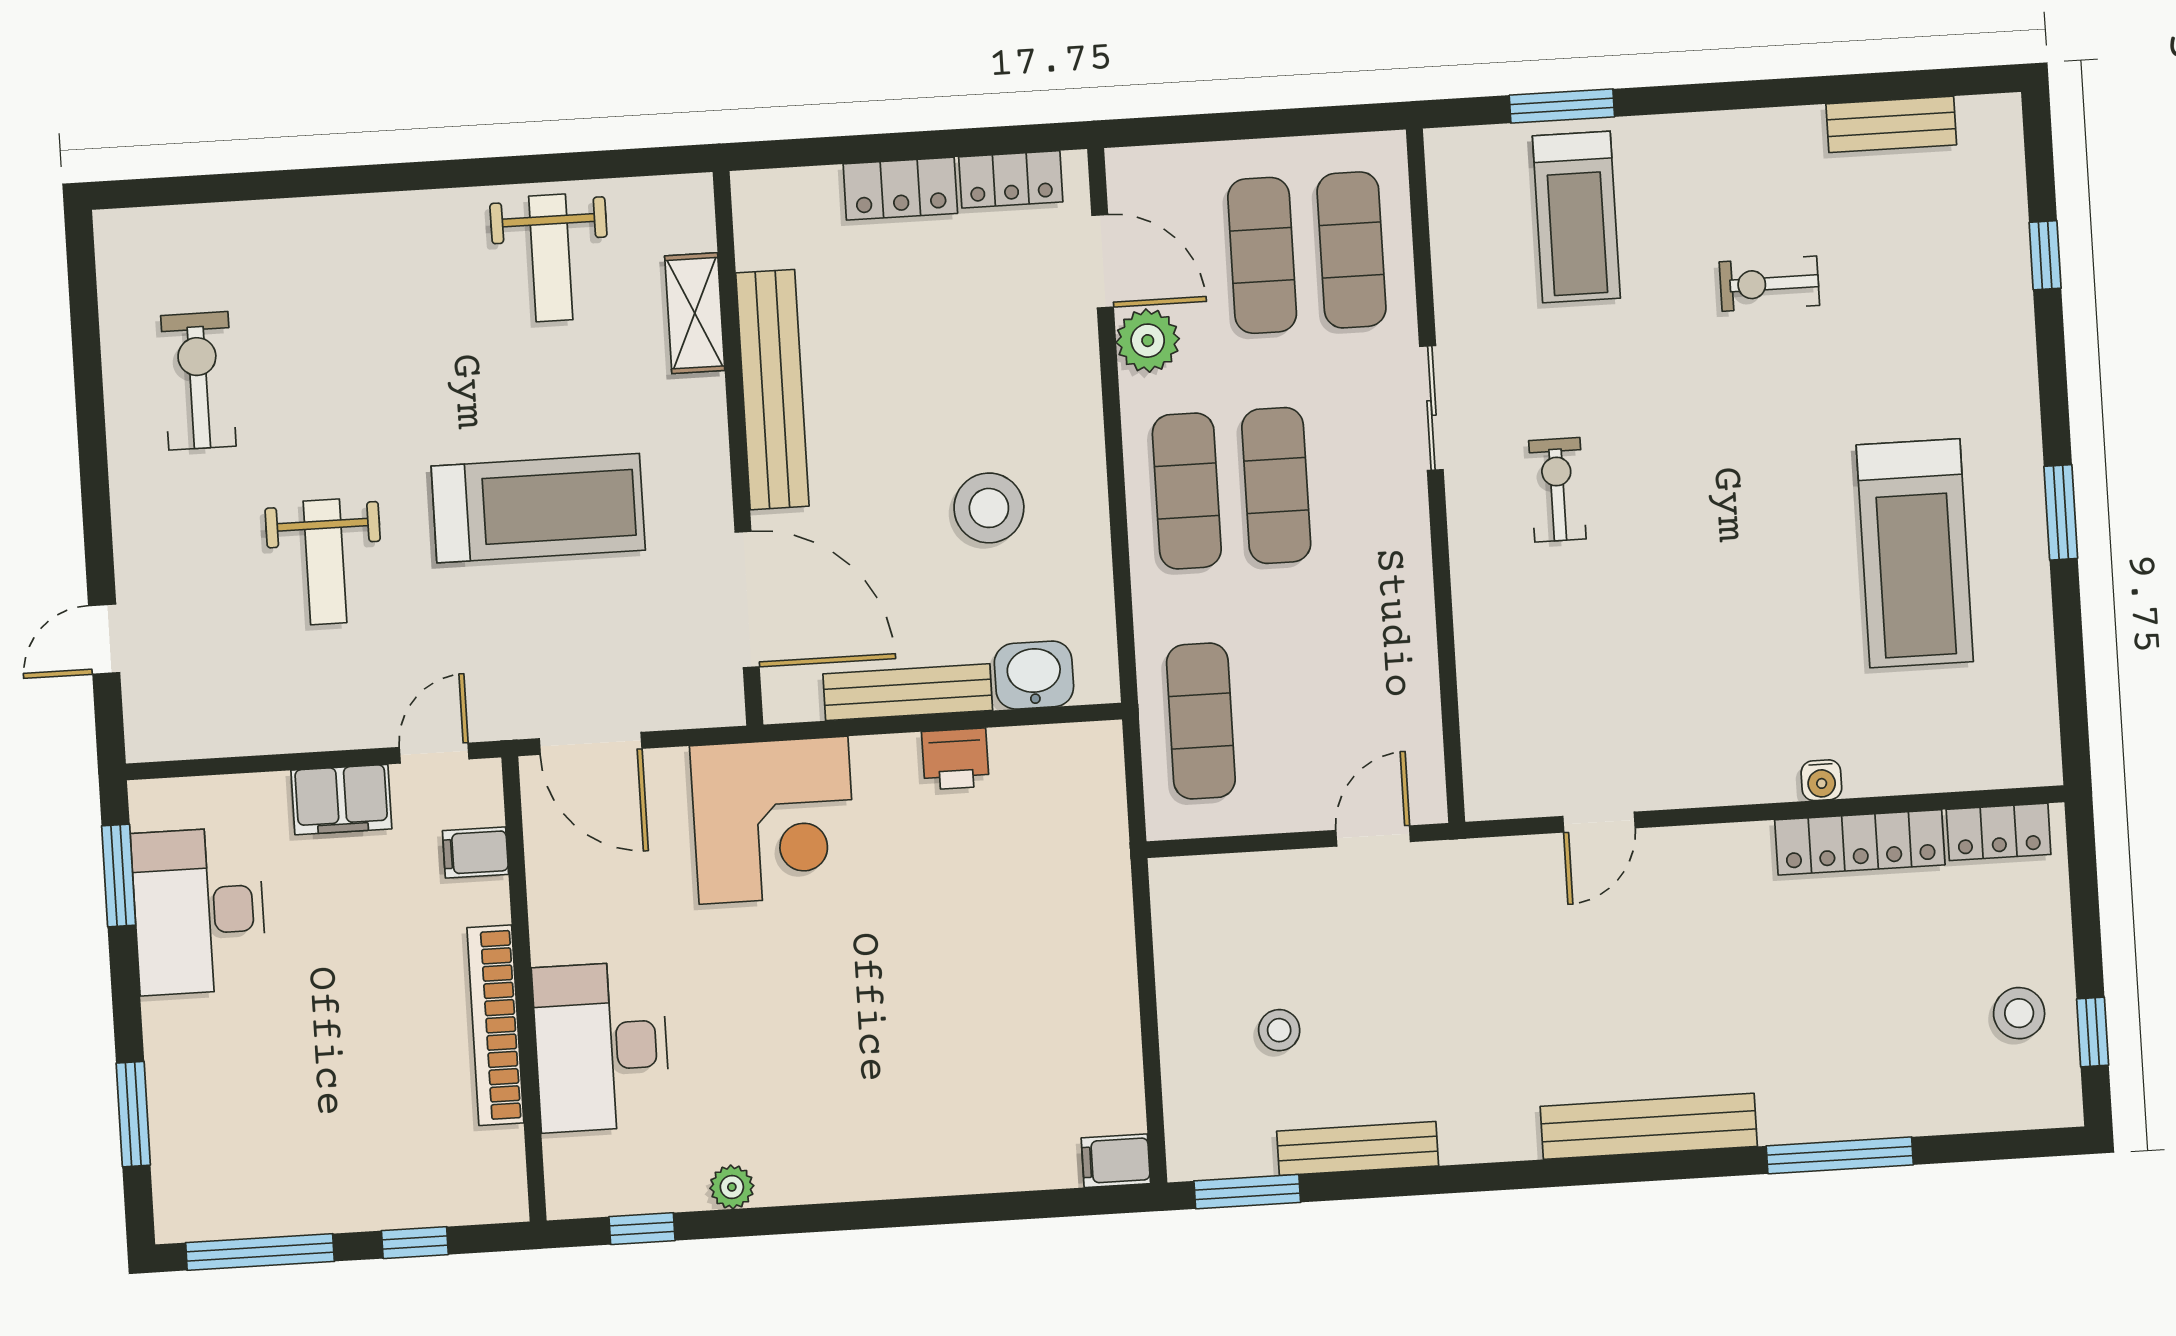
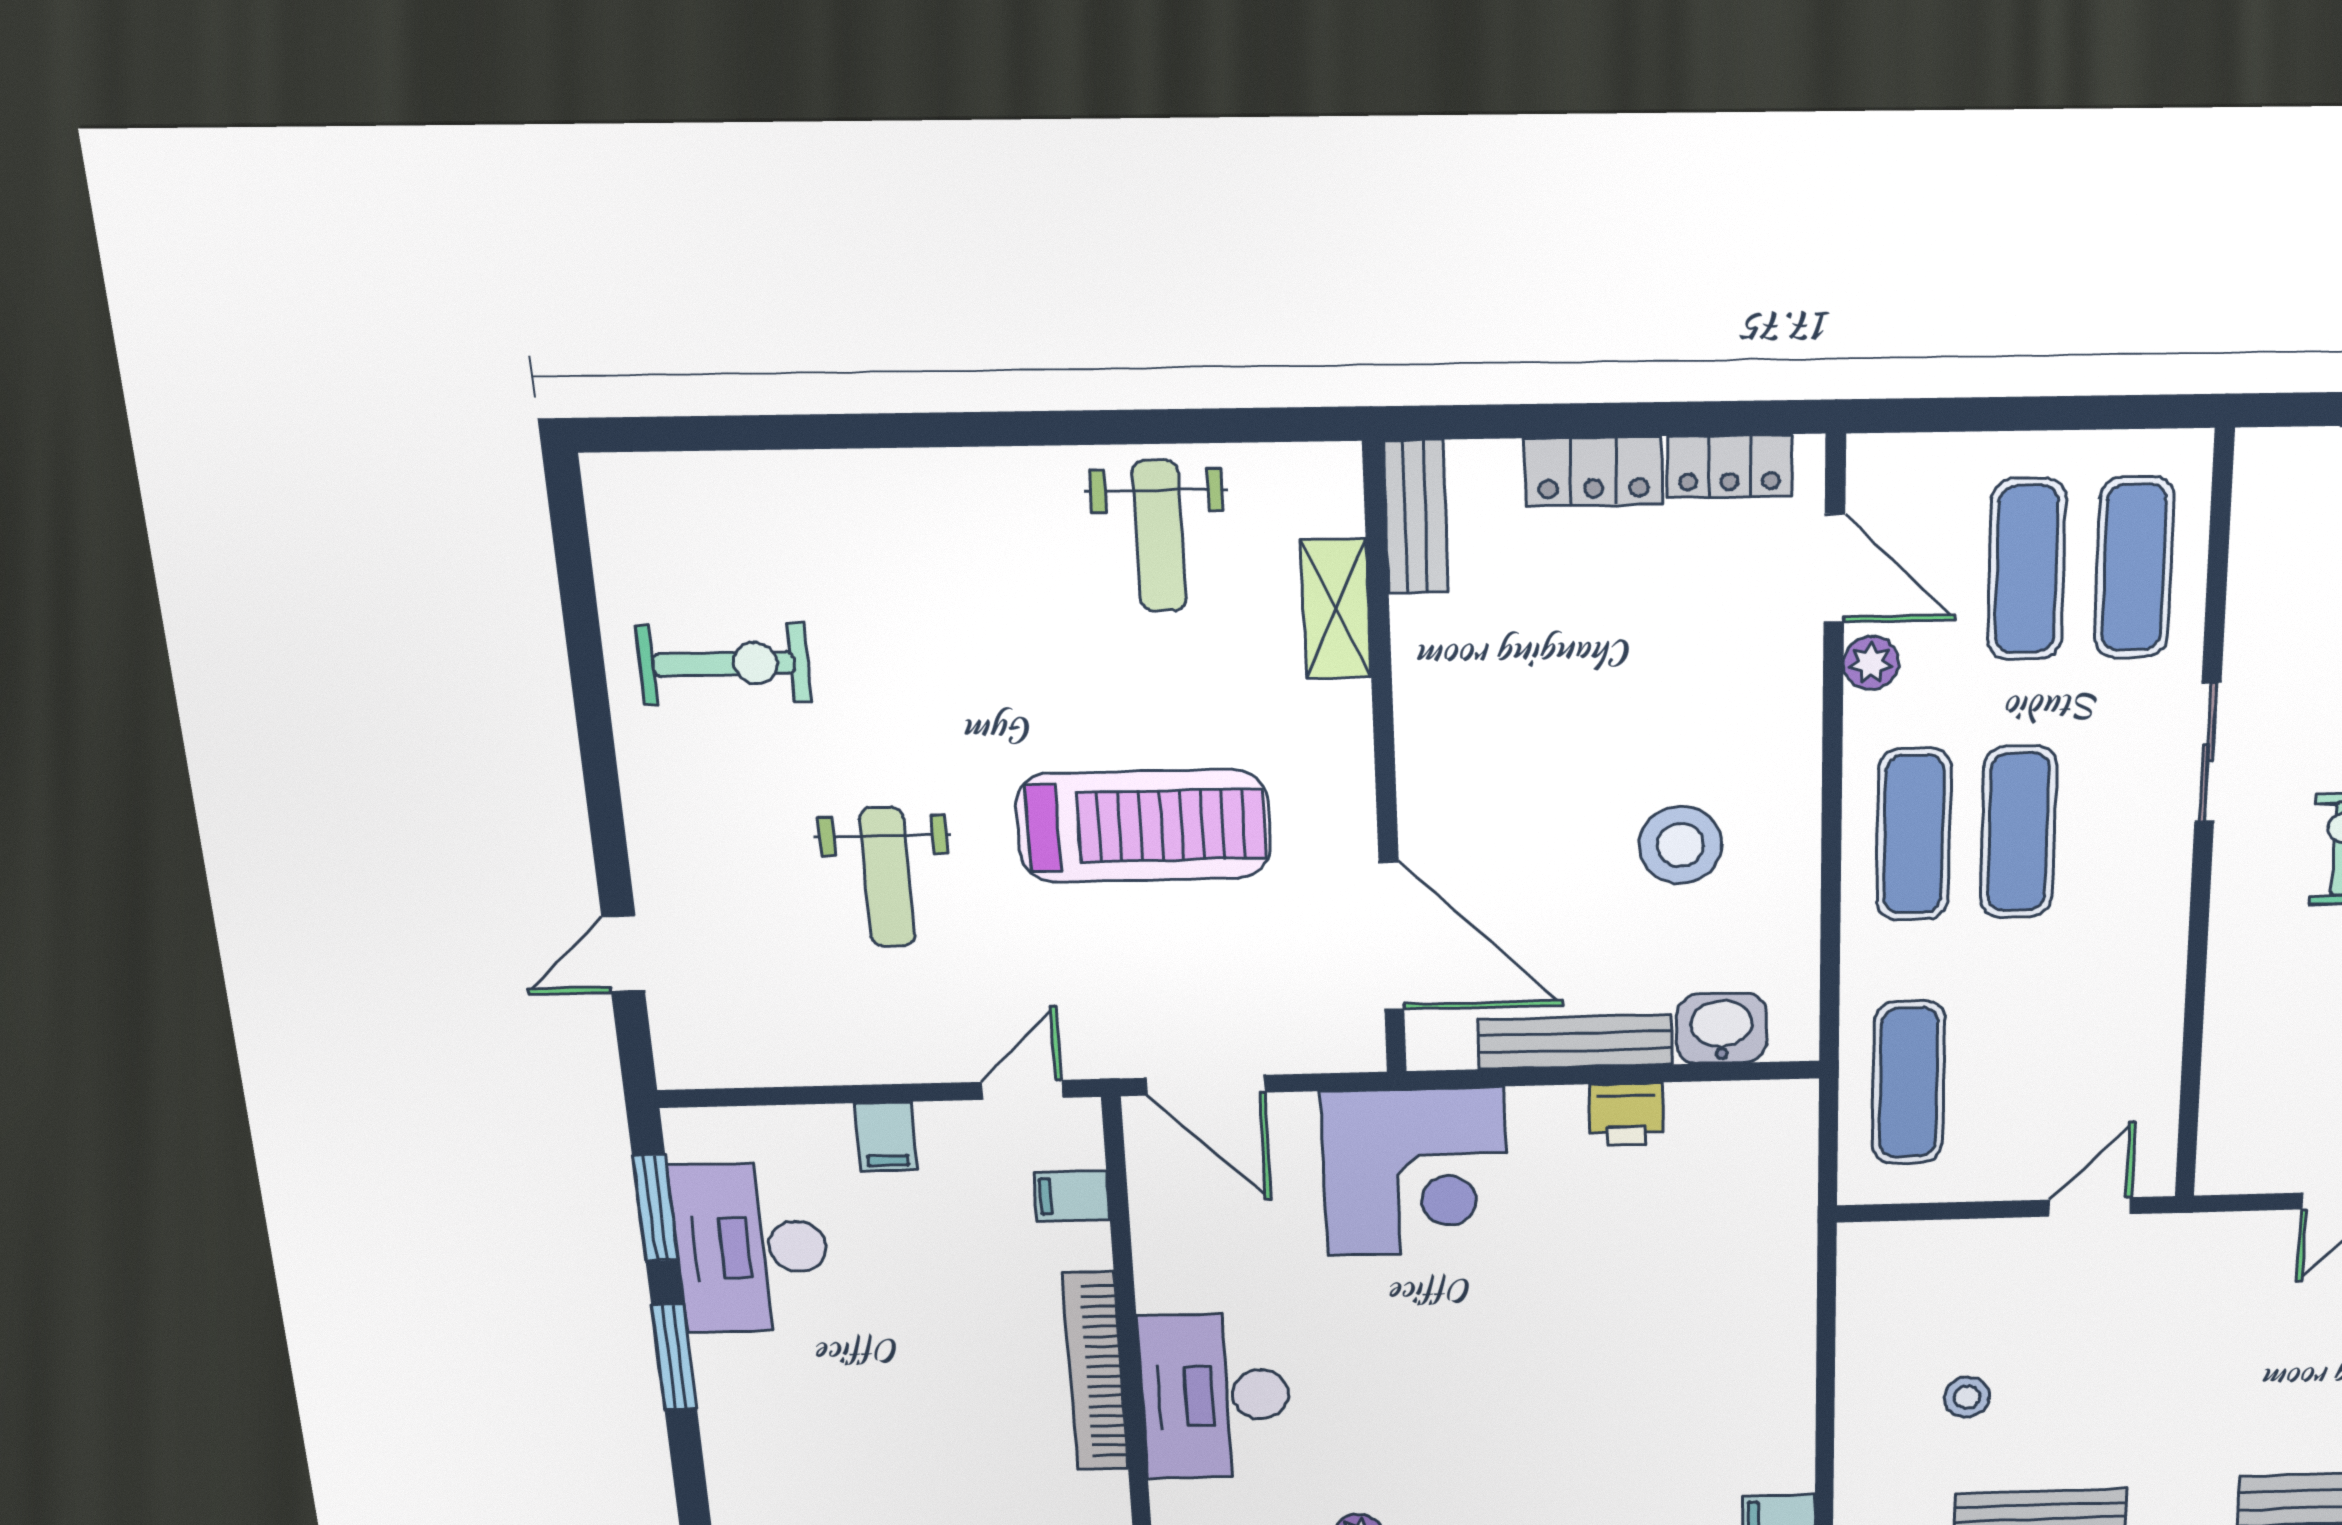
plant: (1148, 341) -> (1871, 663), width x0.73, depth x0.73
exercise bike: (198, 381) -> (724, 664), turned 90
bench: (772, 390) -> (1416, 517), moved, width x0.54, depth x0.82
filing cabinet: (341, 800) -> (886, 1137), width x0.50
window: (133, 1114) -> (674, 1357), moved

